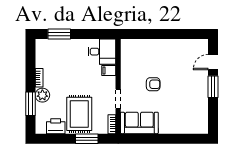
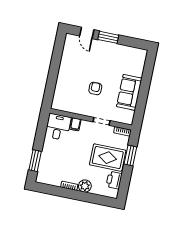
window: (30, 104) -> (90, 198), removed
sofa: (139, 123) -> (129, 92), moved

